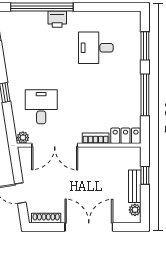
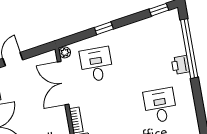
desk: (41, 107) -> (96, 64), turned -90

